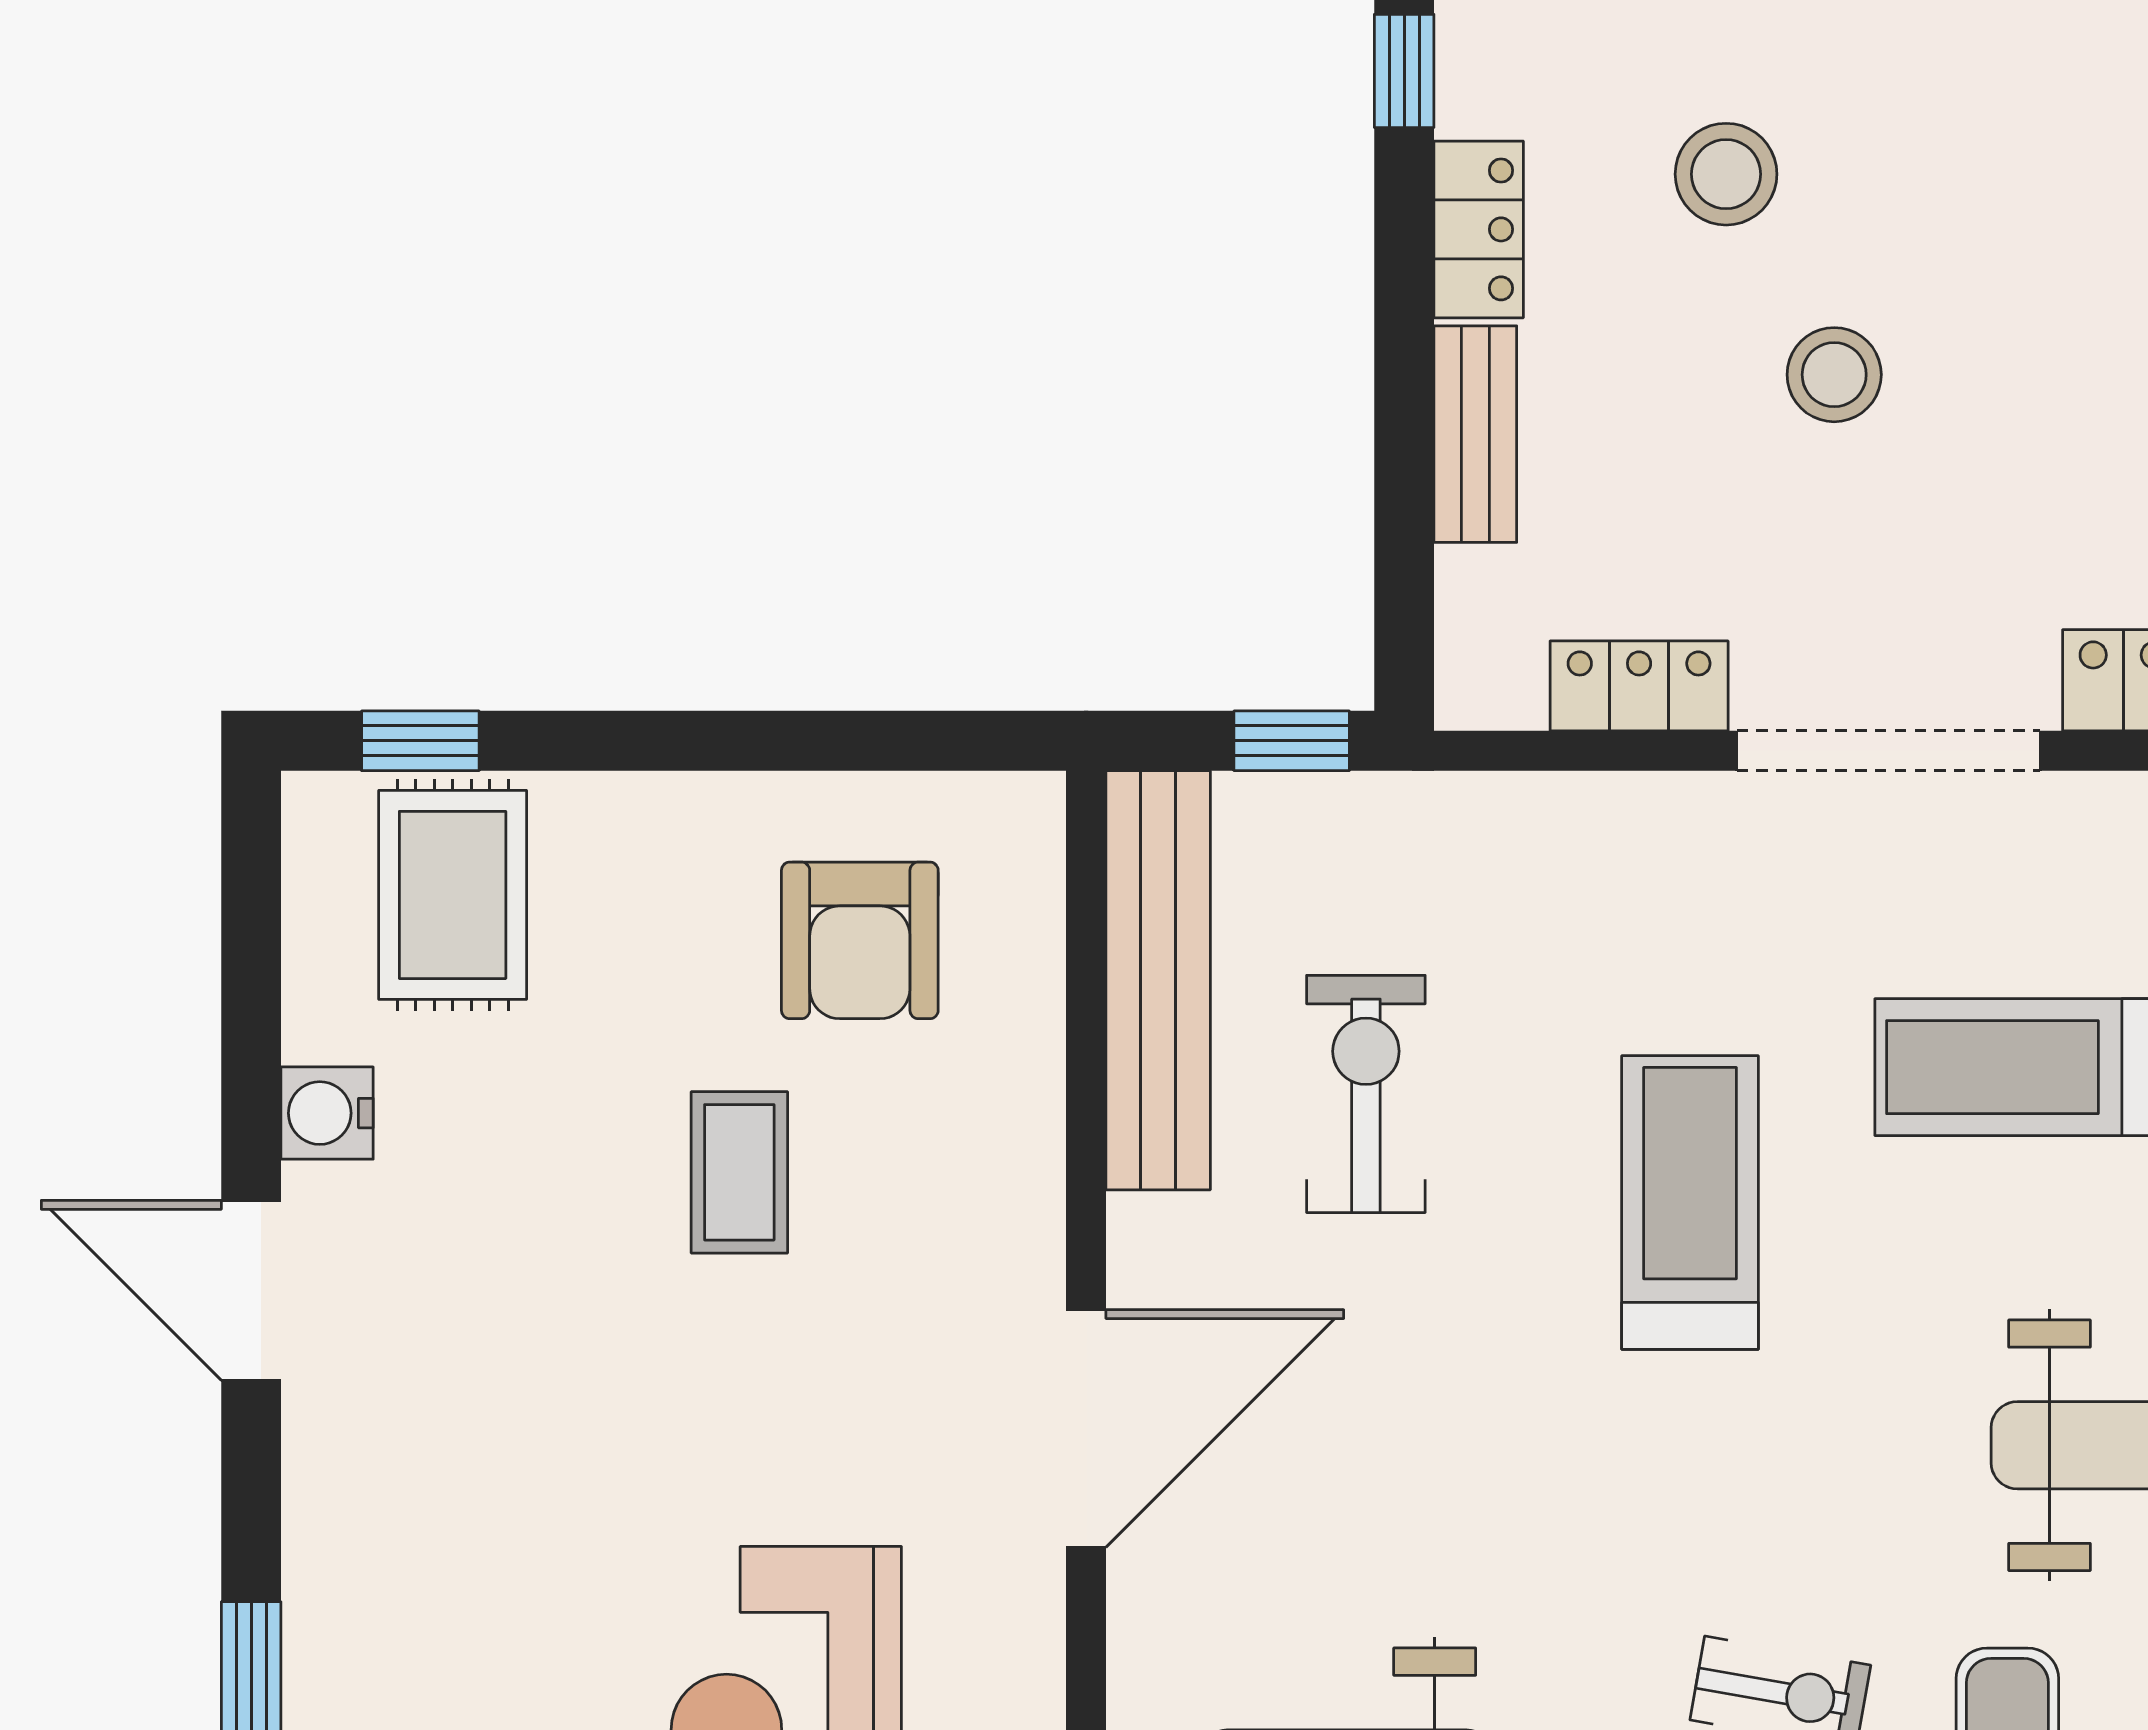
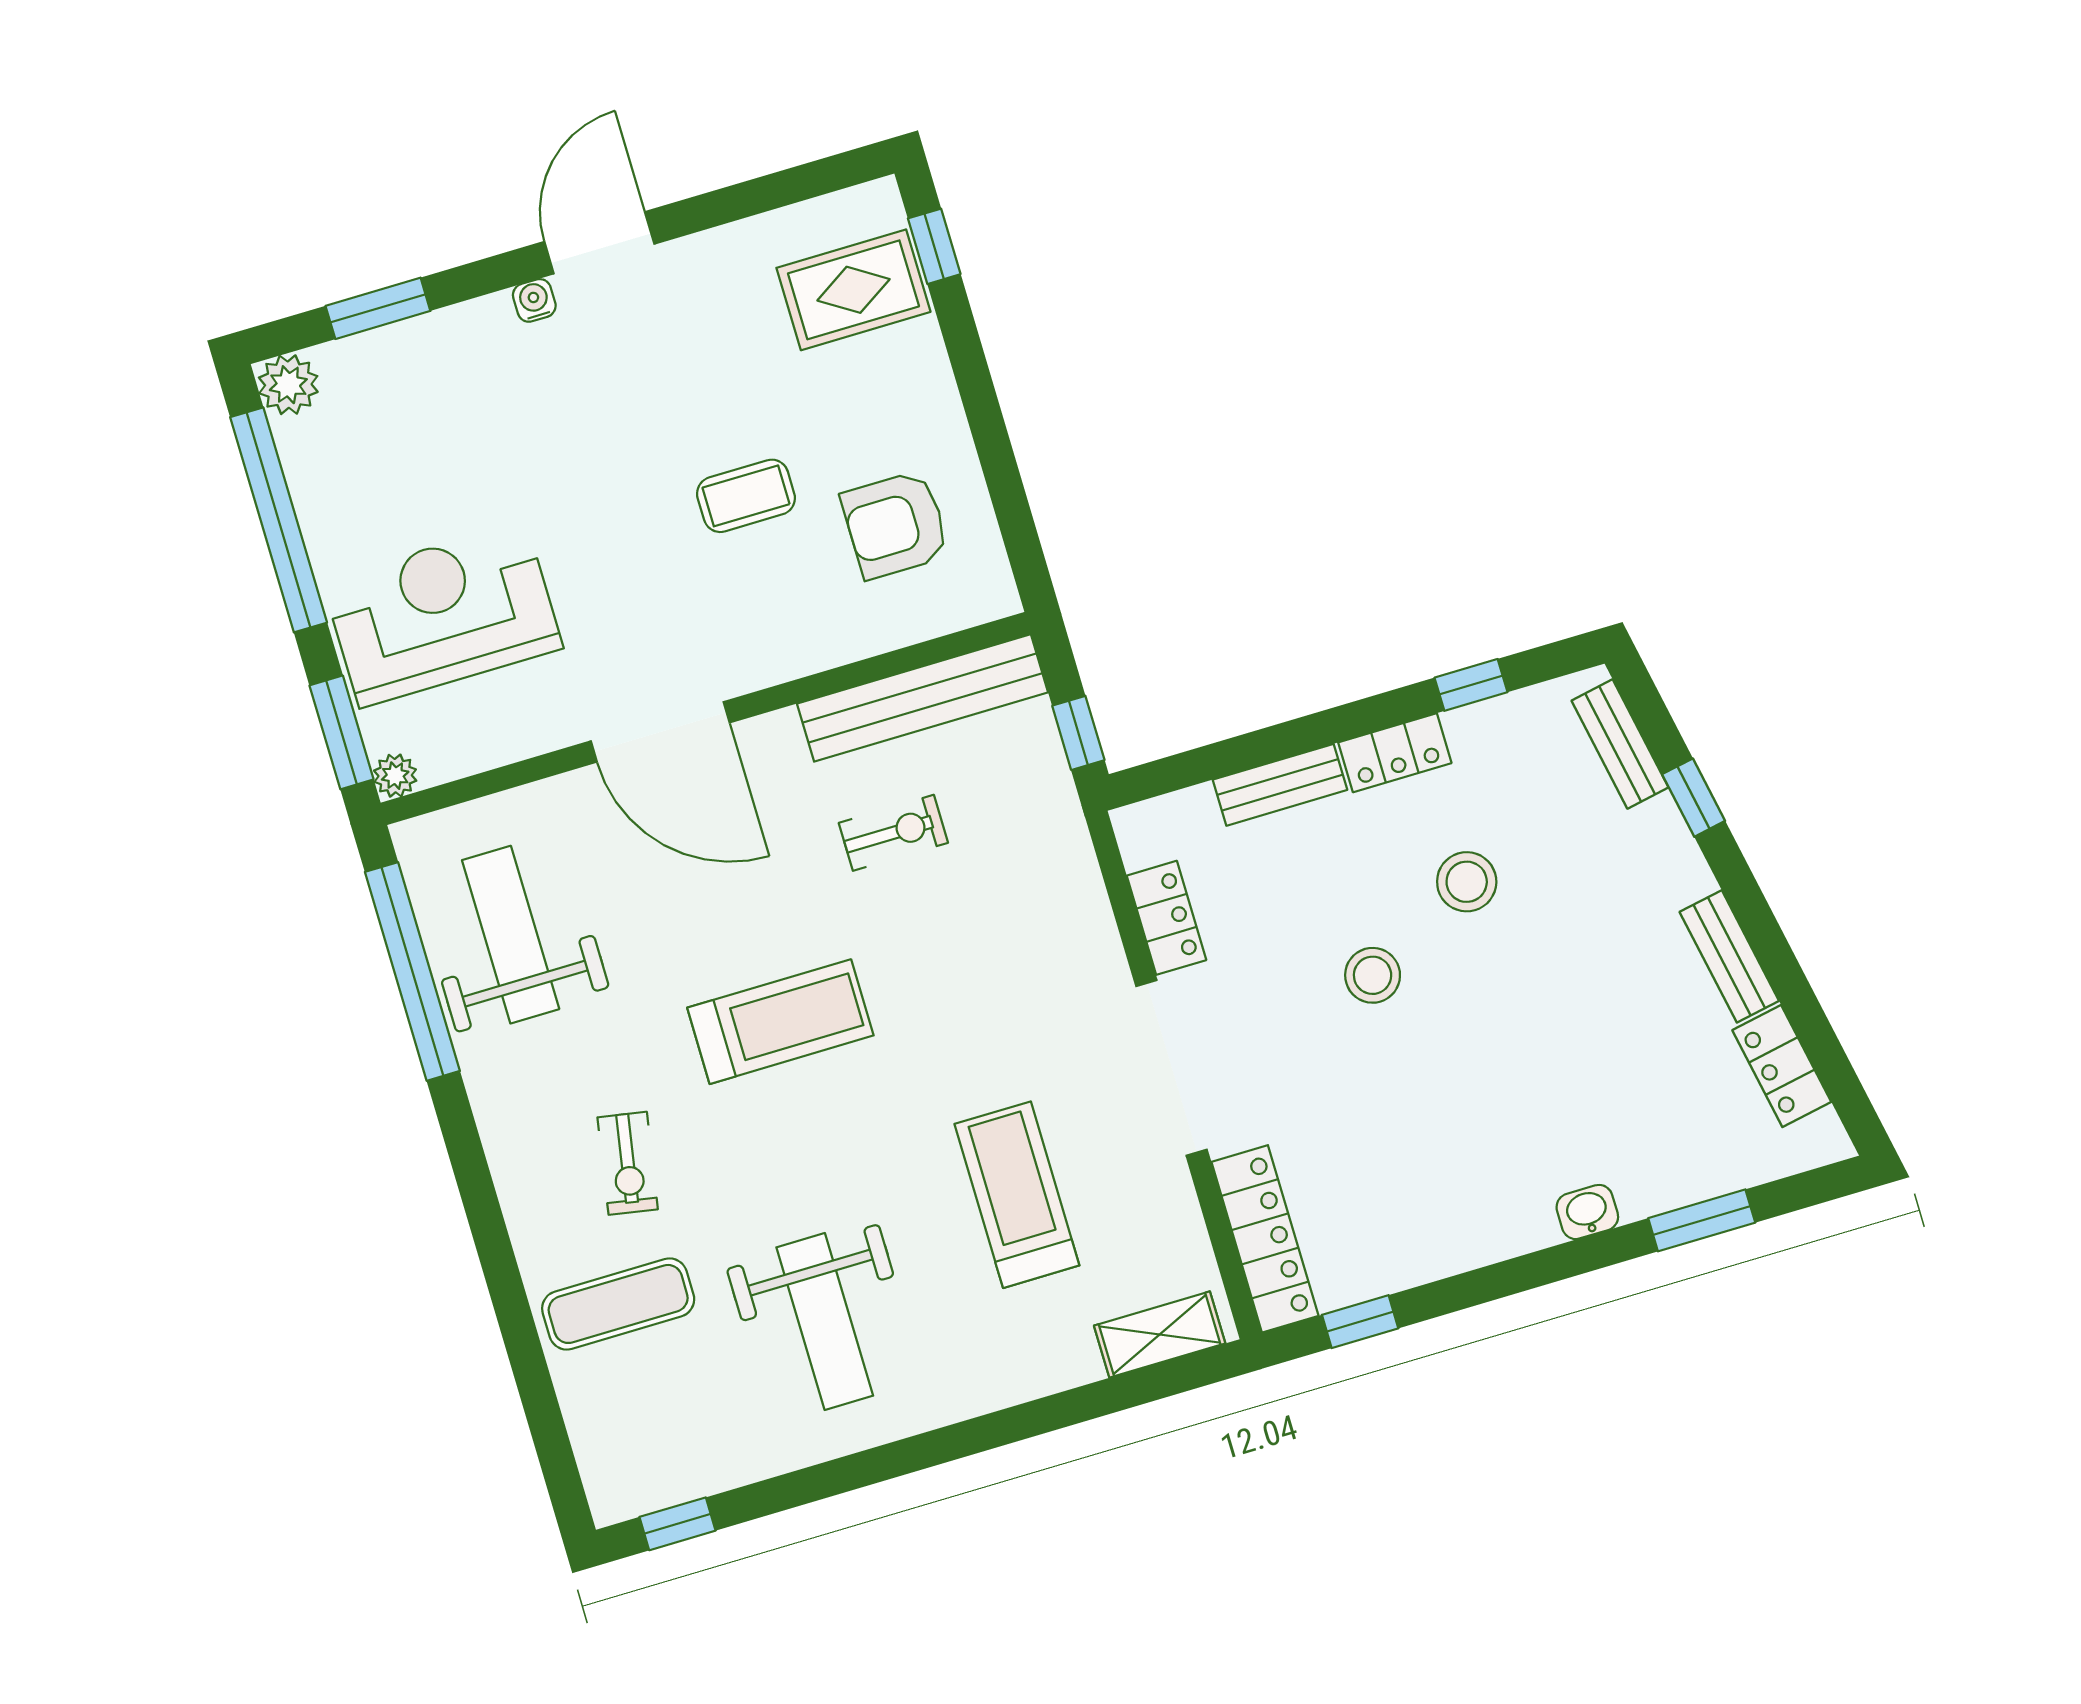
exercise bike: (1366, 1094) -> (893, 833), width x0.73, depth x0.72
water cooler: (327, 1113) -> (534, 300), moved, width x0.72, depth x0.72
treadmill: (1690, 1202) -> (780, 1022), moved

